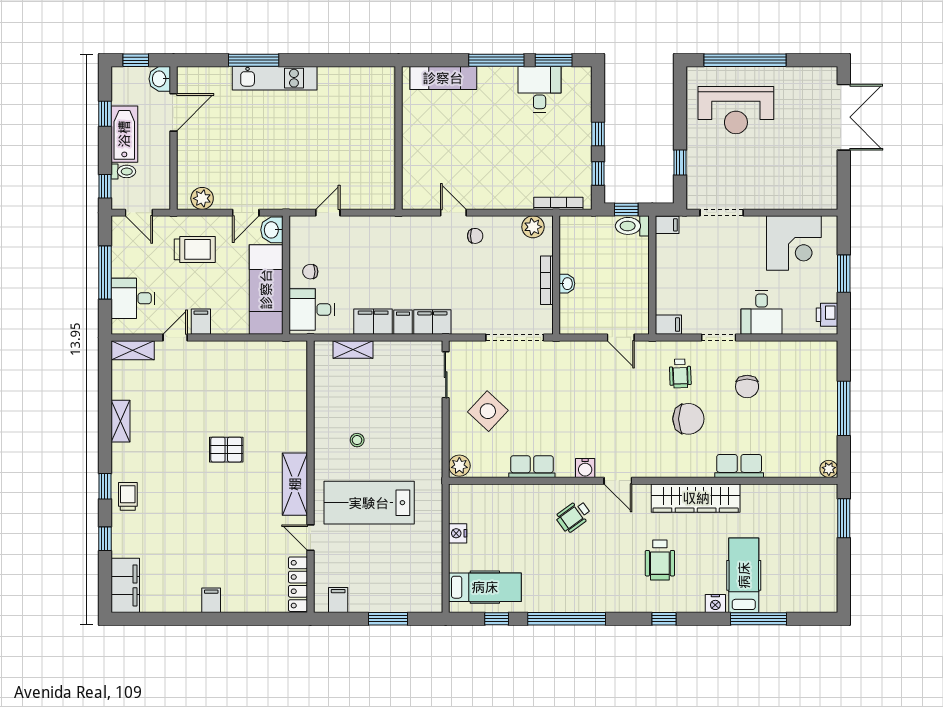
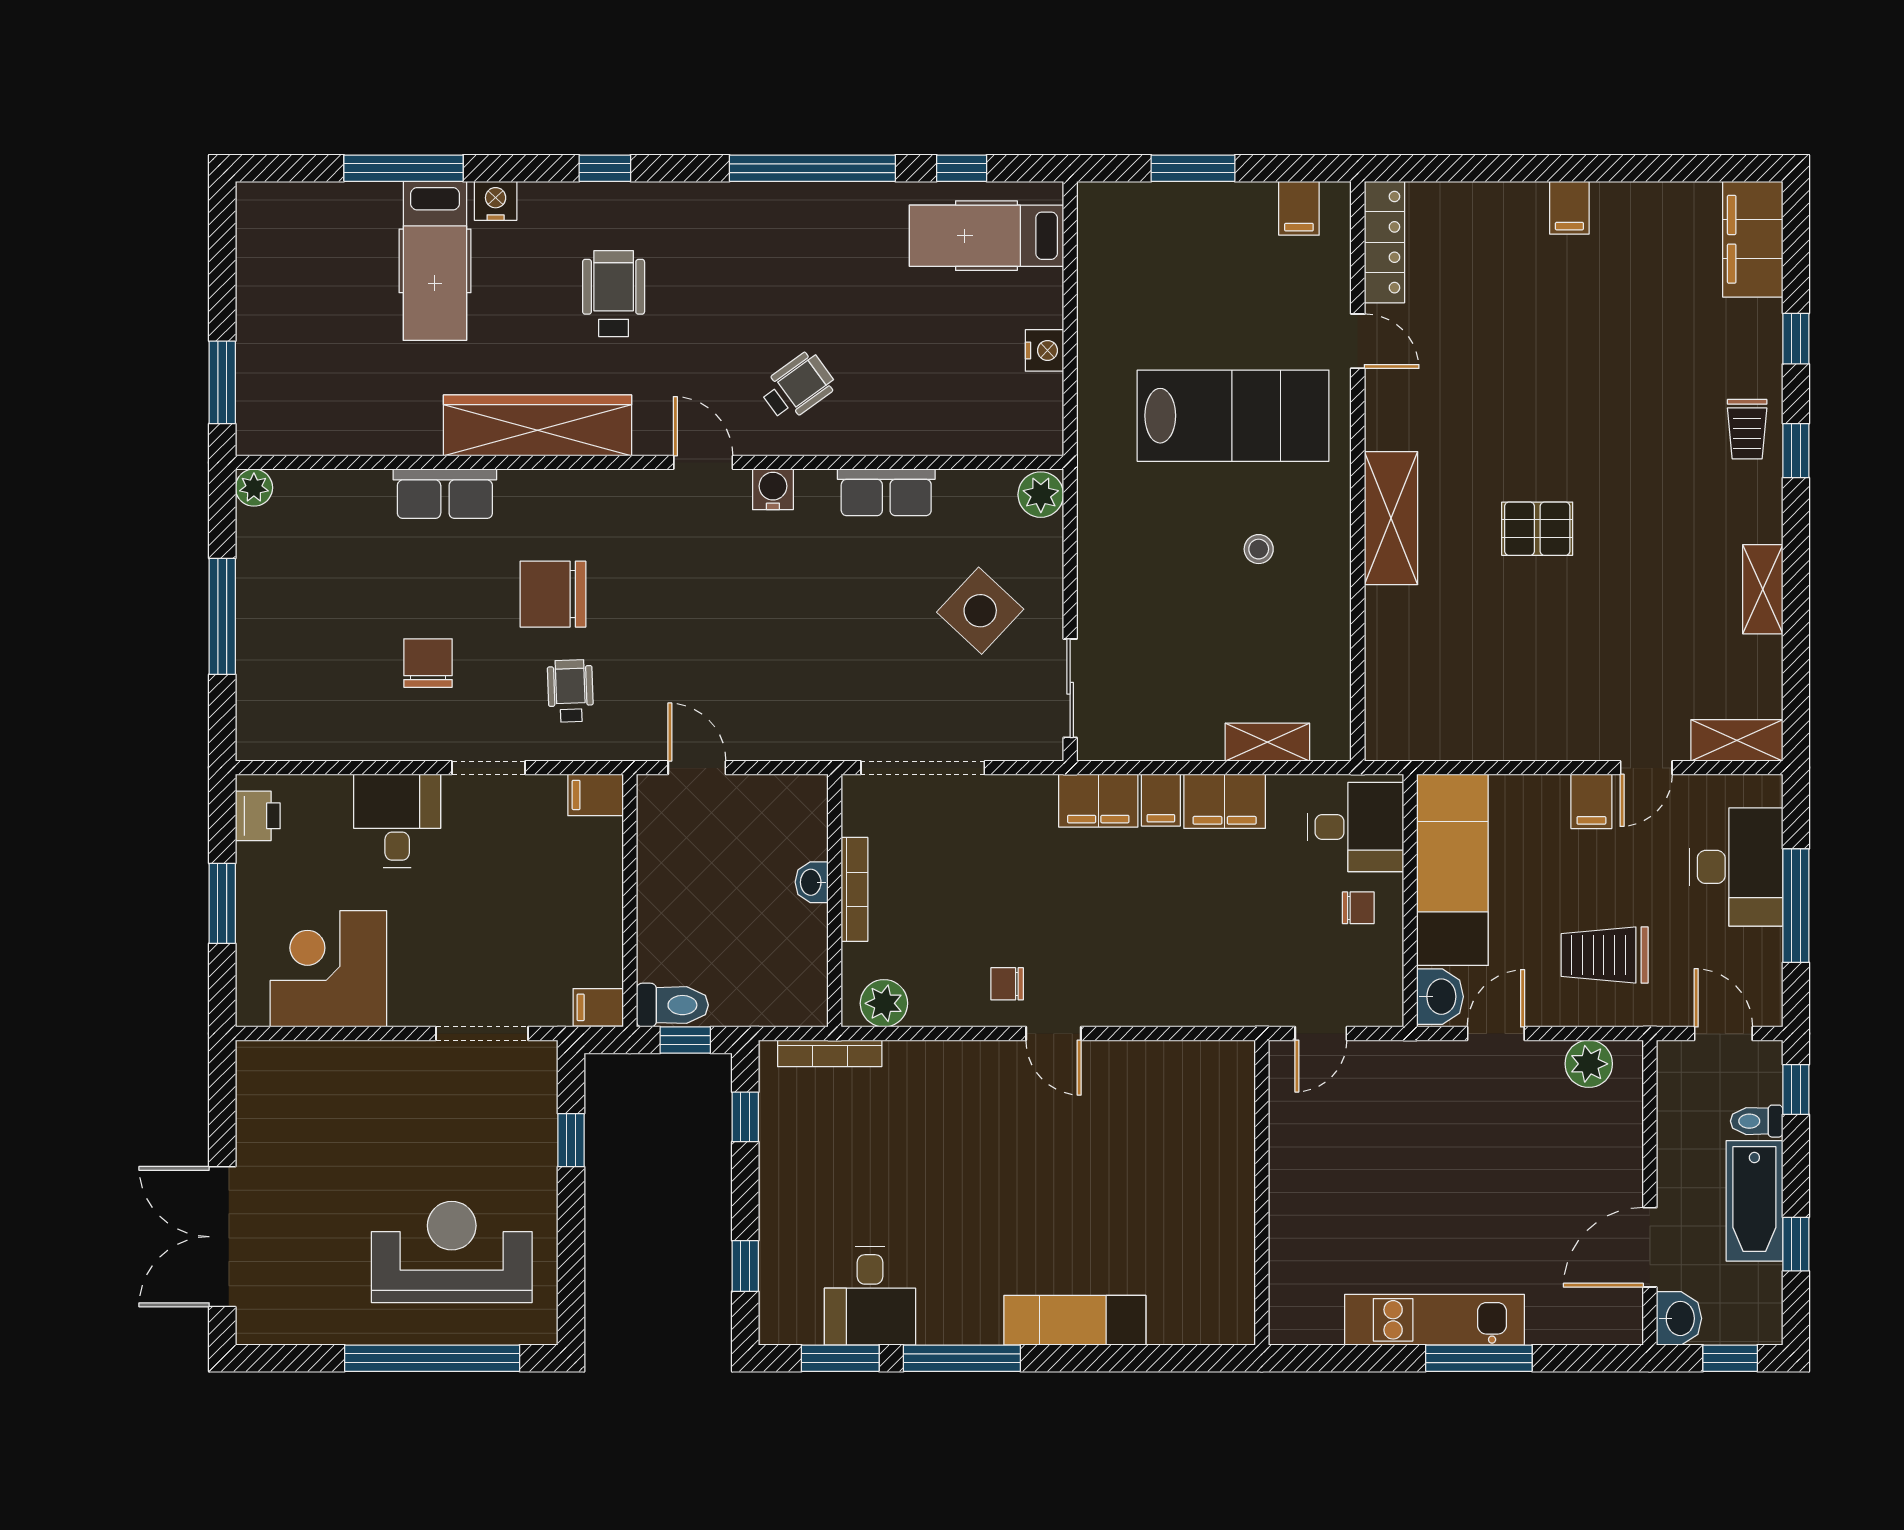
window: (598, 134) -> (745, 1266), moved
wall: (399, 138) -> (1262, 1193), moved
desk: (133, 298) -> (1736, 867), width x1.37
shelving: (295, 484) -> (1391, 518), moved

